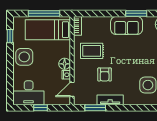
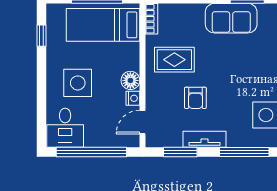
side table: (24, 57) -> (78, 83), moved
desk: (29, 93) -> (65, 128), width x0.73
window: (41, 108) -> (91, 152), width x3.17
window: (135, 108) -> (244, 152), added

